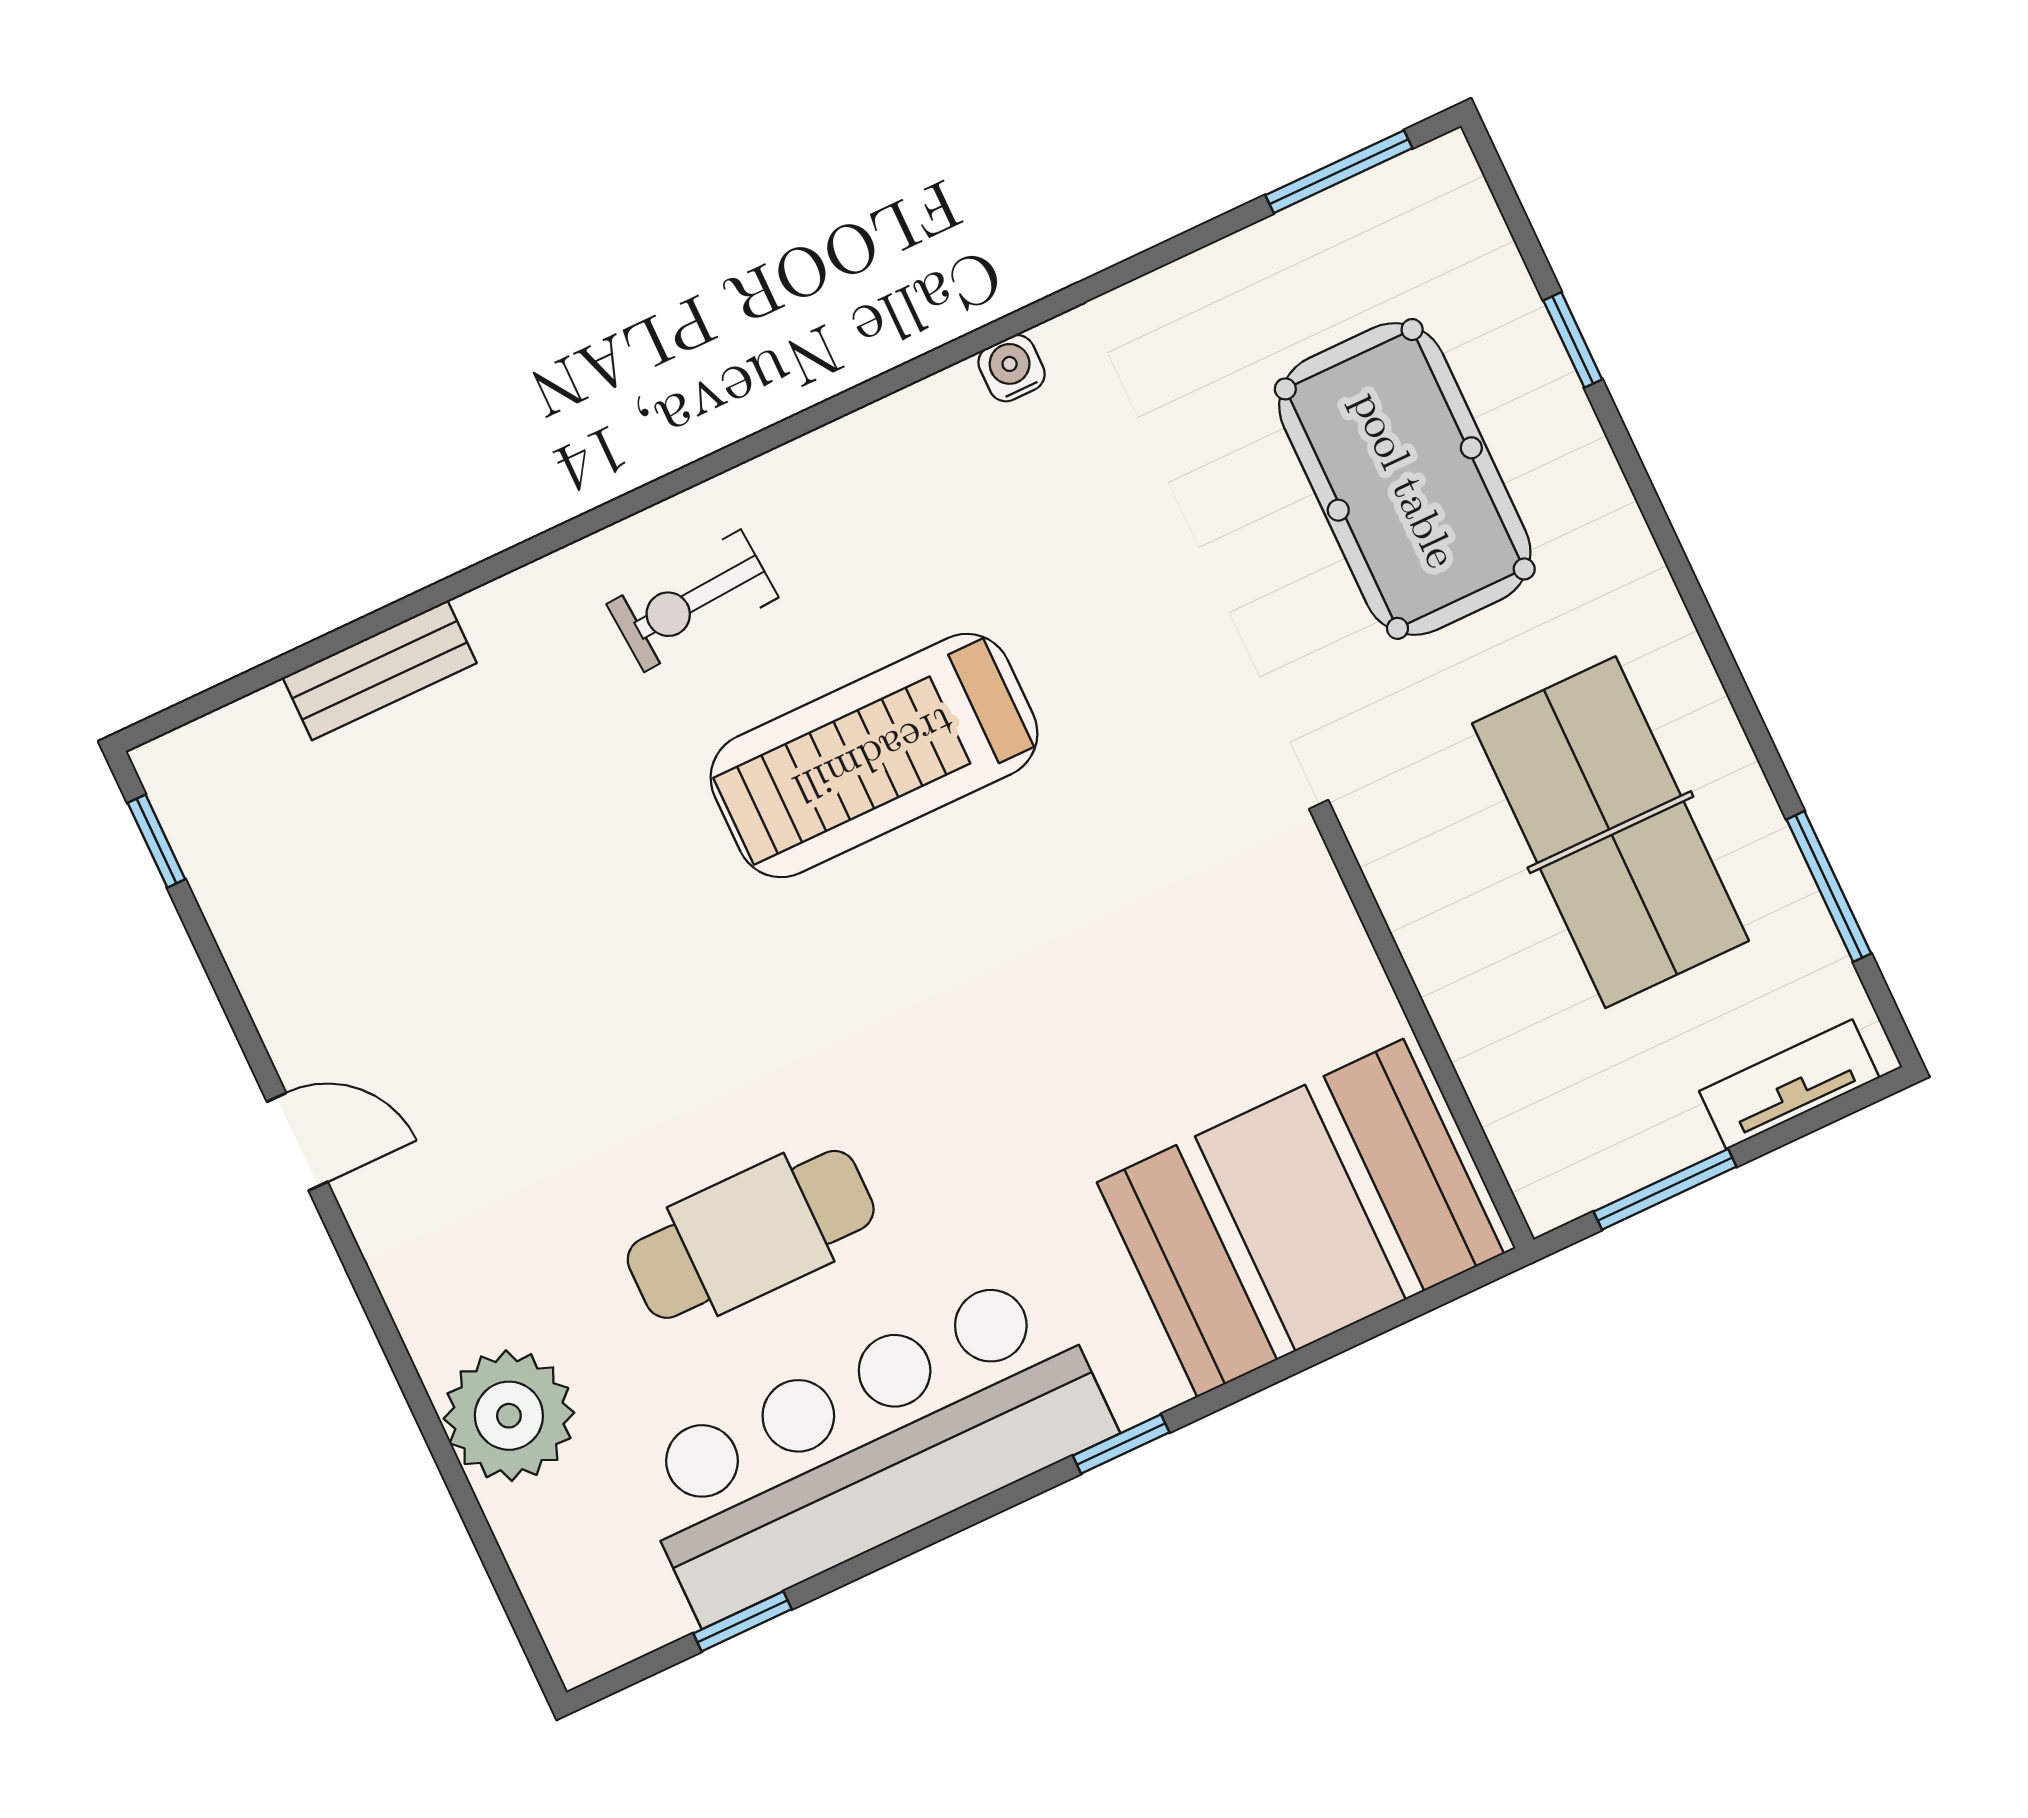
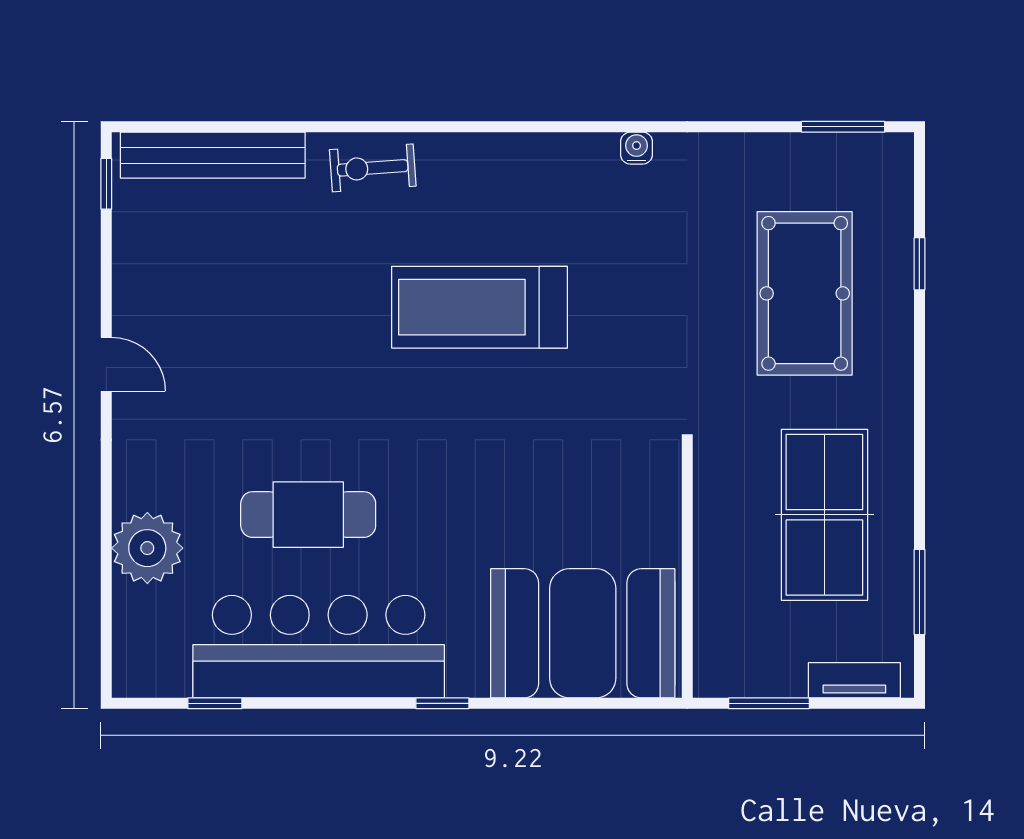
exercise bike: (692, 601) -> (373, 168), moved
bench: (380, 670) -> (213, 155), width x1.86, depth x1.21

